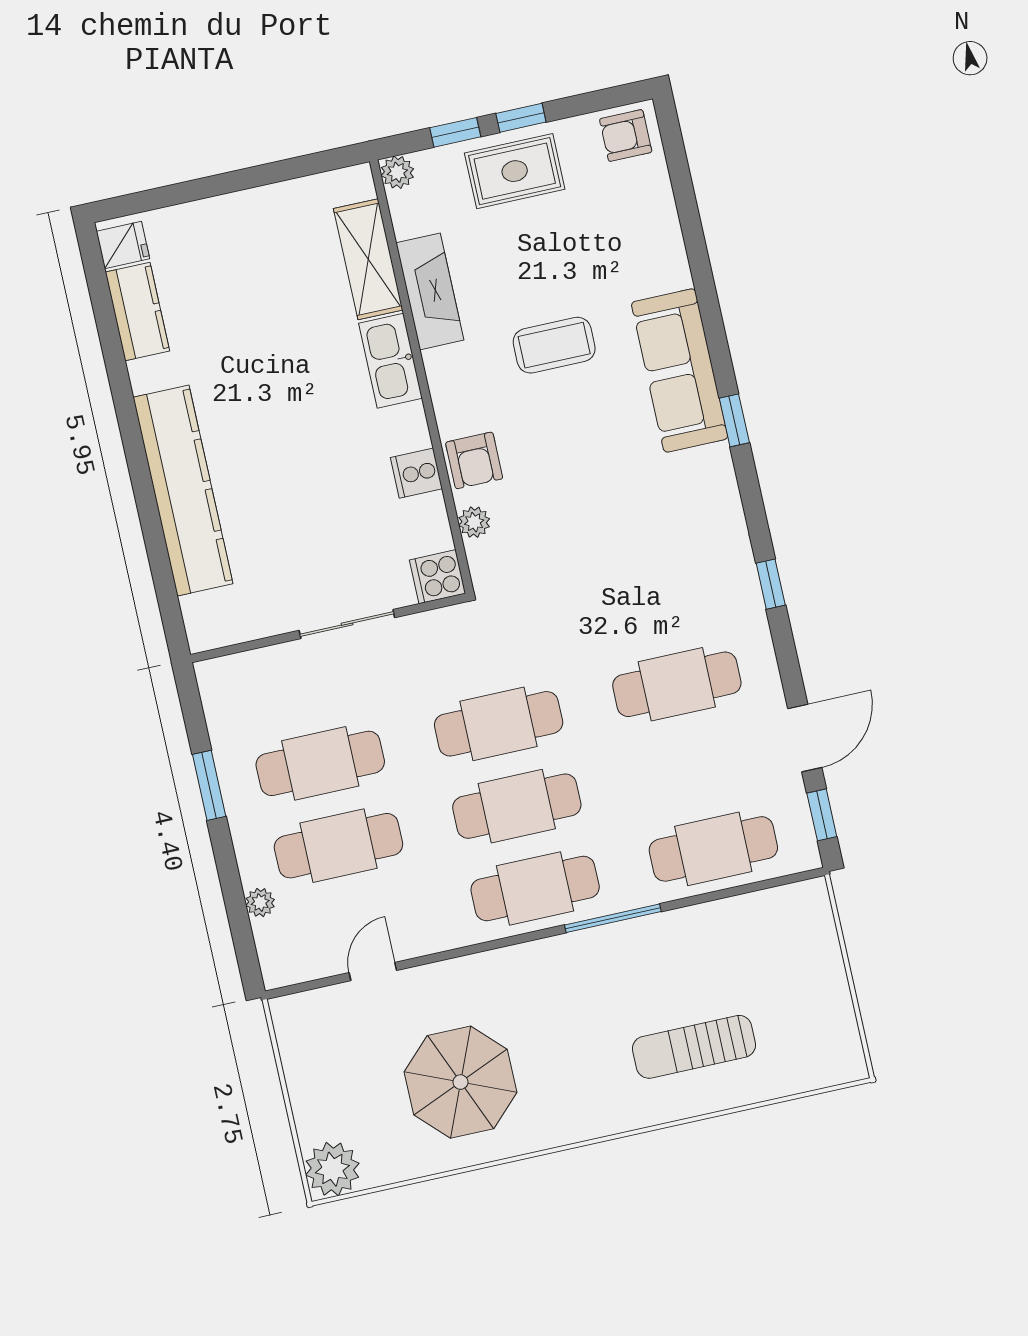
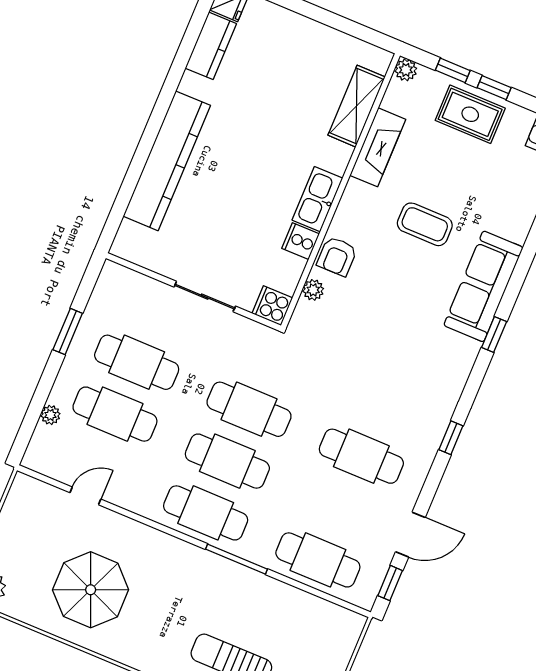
kitchen sink: (390, 361) -> (317, 199), moved

